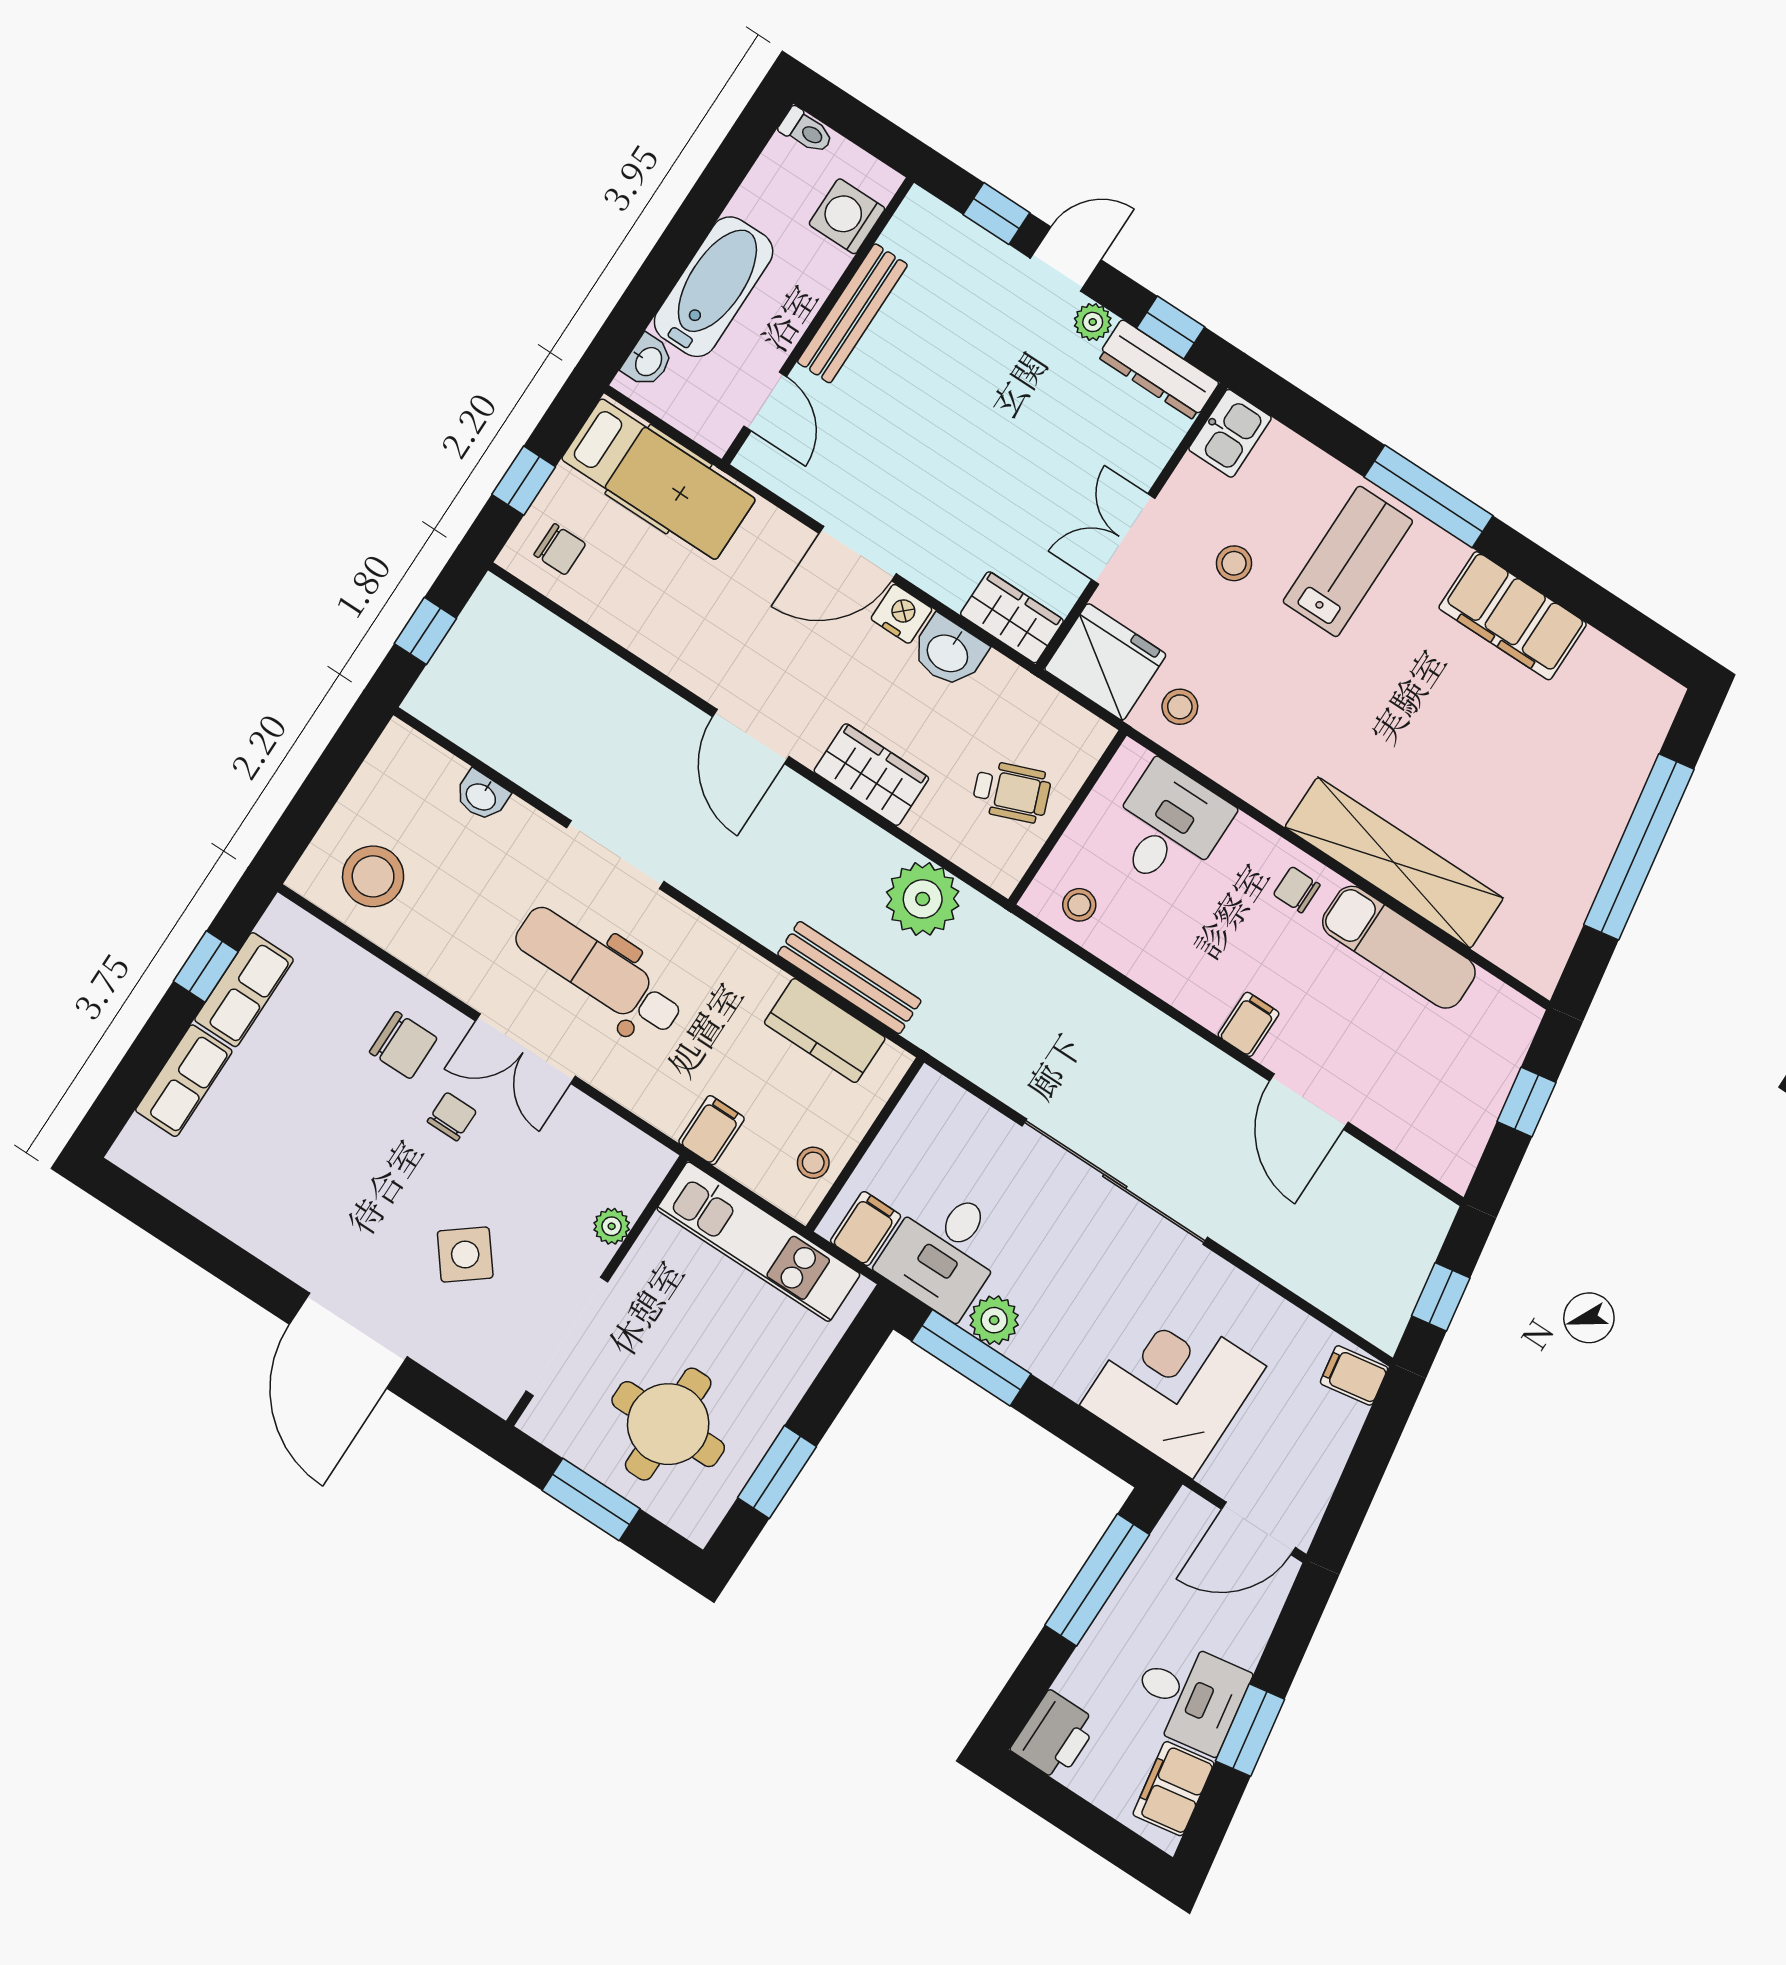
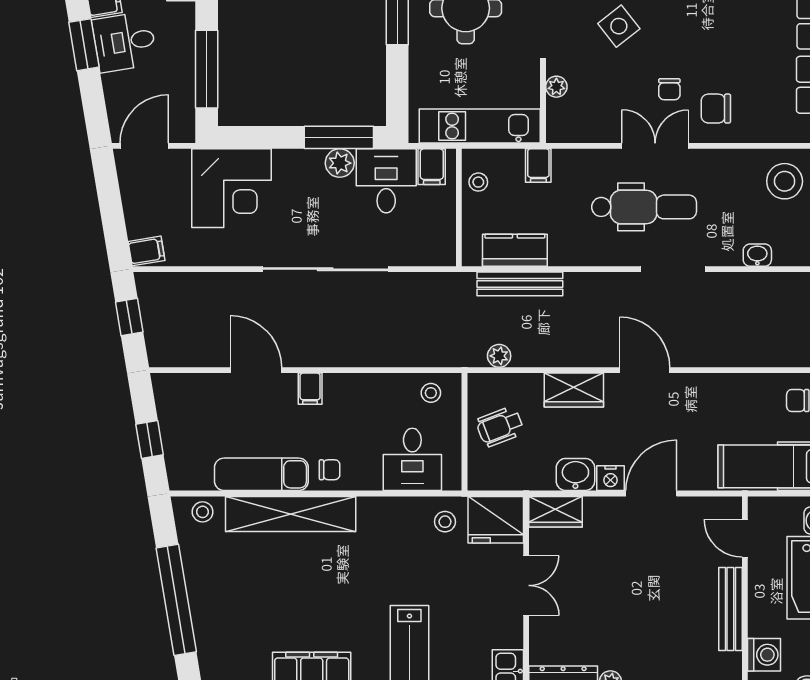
stool: (1234, 563) -> (203, 512), moved
plant: (923, 899) -> (499, 356), width x0.53, depth x0.53

